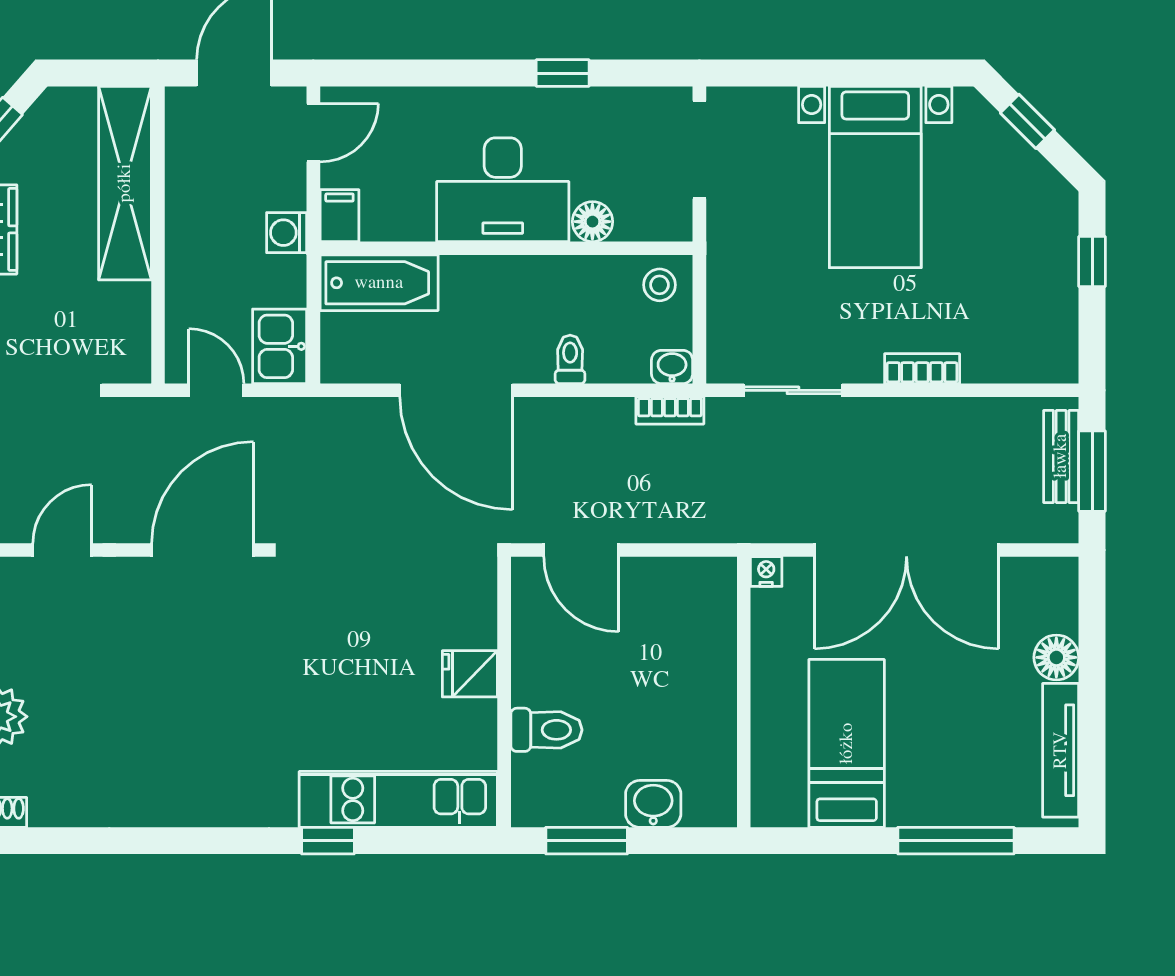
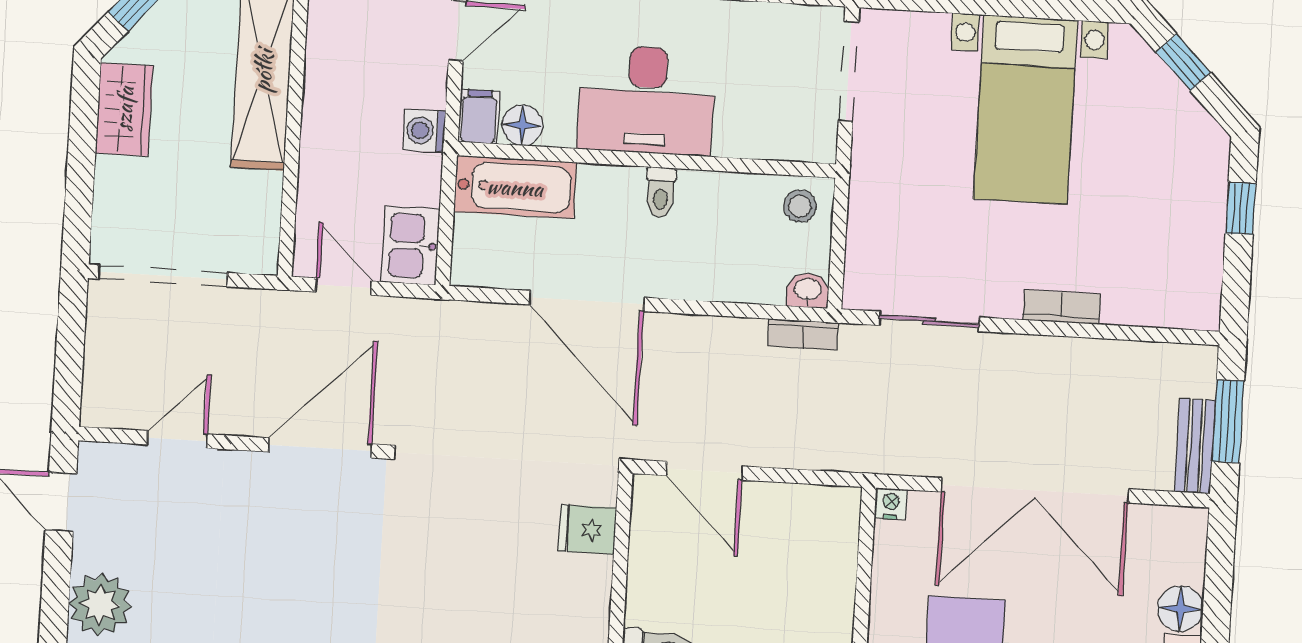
floor lamp: (592, 222) -> (522, 125), moved
toilet: (570, 359) -> (661, 192), moved, turned 180
bench: (1061, 456) -> (1195, 446), moved
fridge: (470, 674) -> (587, 530), moved

